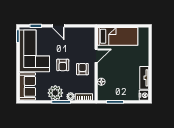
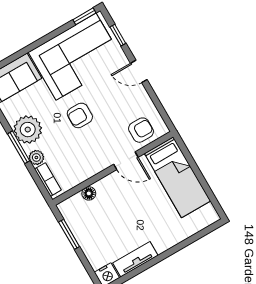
door: (58, 26) -> (139, 71), hinge flipped
armchair: (82, 69) -> (141, 130), moved

